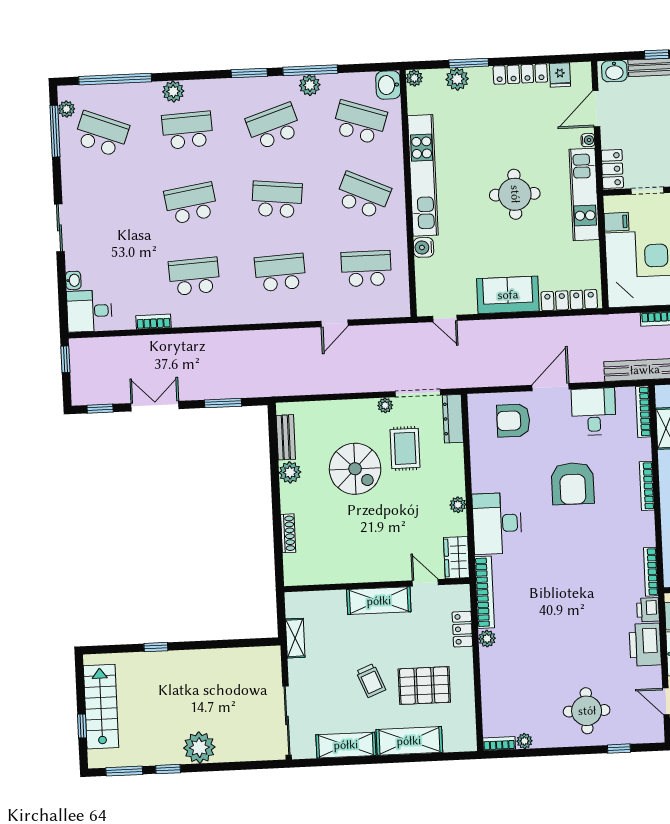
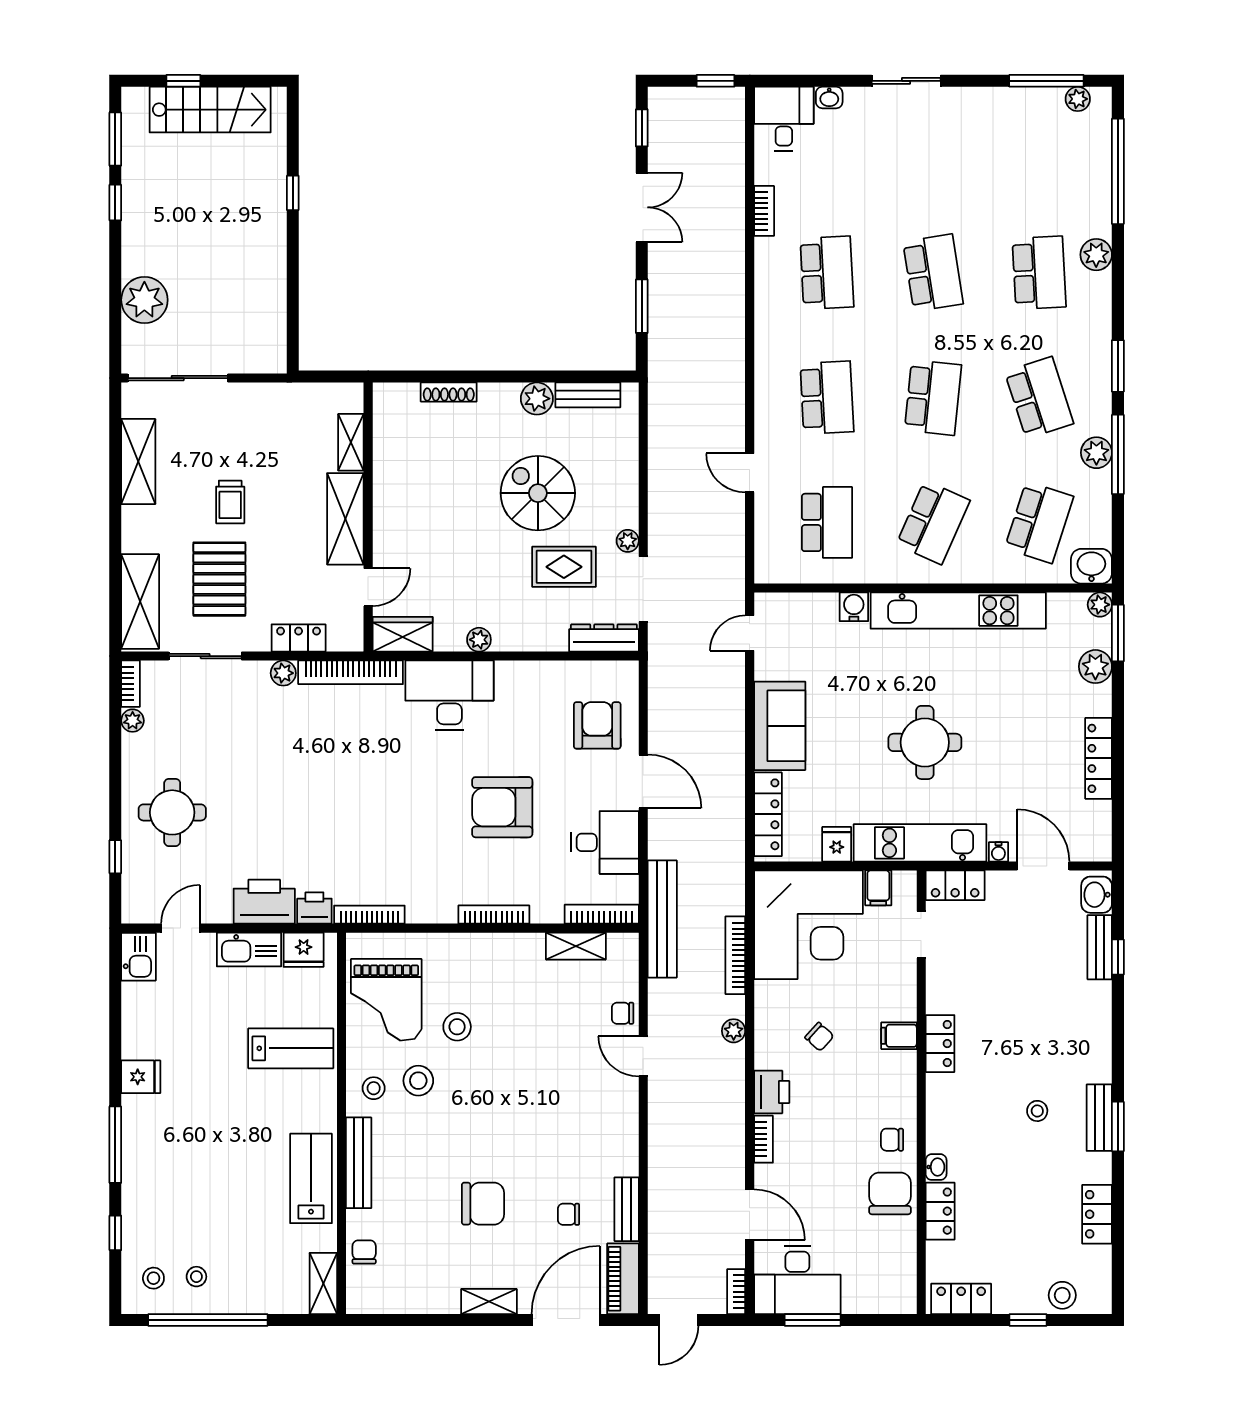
window: (469, 63) -> (1118, 633), moved
fridge: (560, 75) -> (837, 844), moved, turned 90
school desk: (101, 134) -> (1039, 148), removed
spiral stairs: (355, 469) -> (538, 493), turned 90
shelving: (295, 638) -> (351, 442), moved, turned 90
trolley: (371, 681) -> (230, 502), turned -68
sliding door: (478, 693) -> (205, 656), added
shelving: (409, 741) -> (140, 602), moved
plant: (199, 748) -> (144, 300), moved

